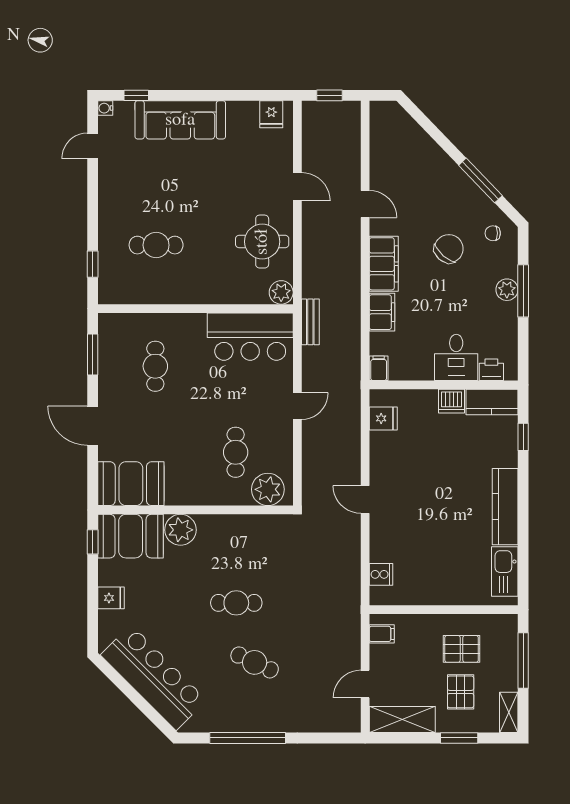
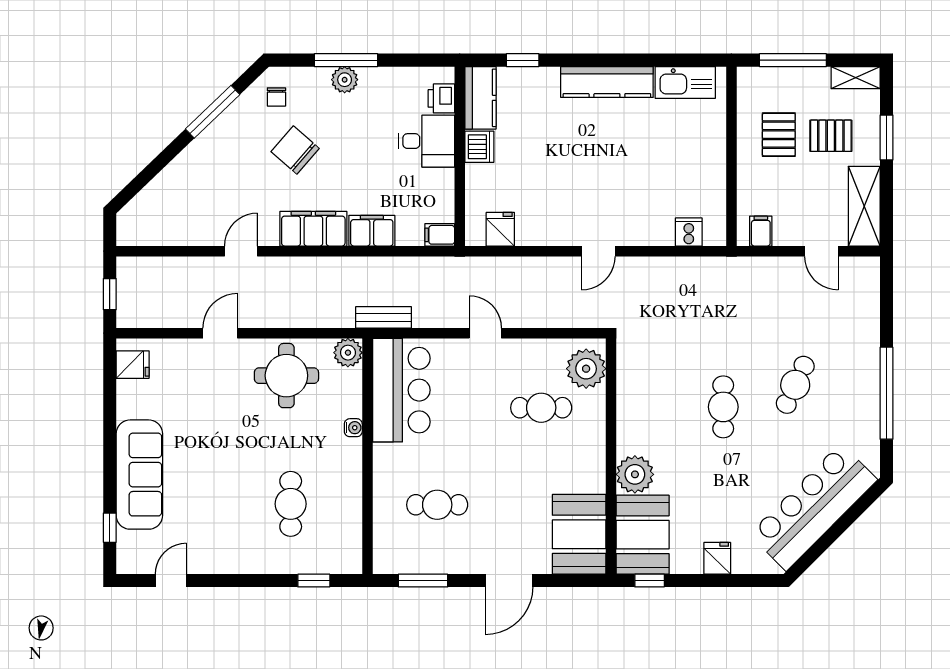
water cooler: (105, 108) -> (353, 428), moved, turned -90
door: (93, 146) -> (171, 581), swing flipped

